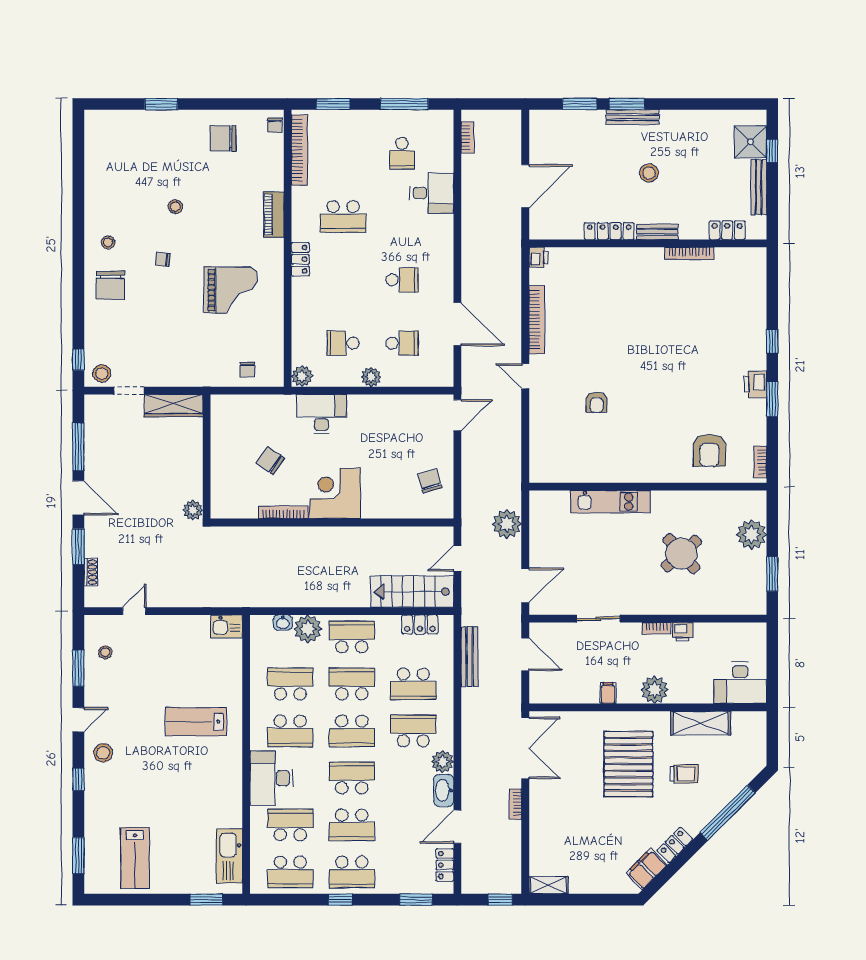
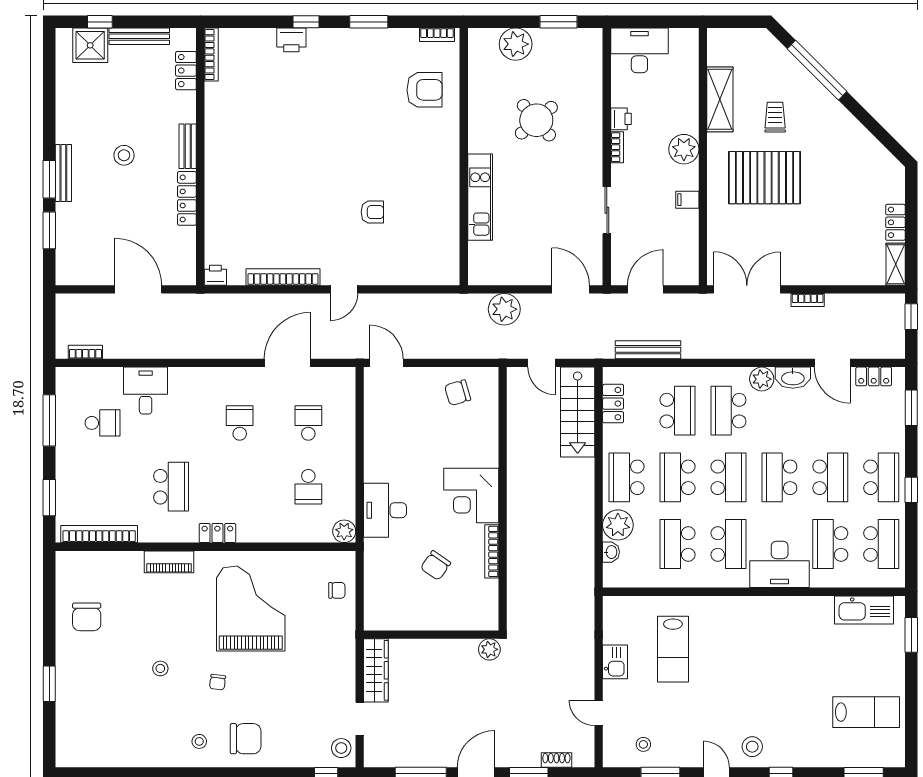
chair: (275, 125) -> (72, 561), removed
bookcase: (689, 254) -> (211, 55), moved
grand piano: (231, 290) -> (251, 609), width x1.37, depth x1.48
plant: (371, 377) -> (345, 456), removed
printer: (755, 384) -> (291, 40), moved
kitchen sink: (227, 626) -> (615, 662), moved
desk: (740, 683) -> (639, 50), moved, turned -90
lab bench: (196, 722) -> (673, 649), moved
locker: (675, 845) -> (895, 222), moved, turned 45
filing cabinet: (647, 869) -> (878, 158), removed

